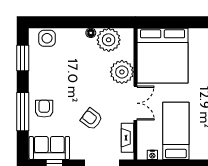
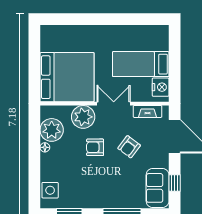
armchair: (44, 109) -> (95, 147), moved
nightstand: (152, 155) -> (161, 87), width x1.89, depth x1.79

